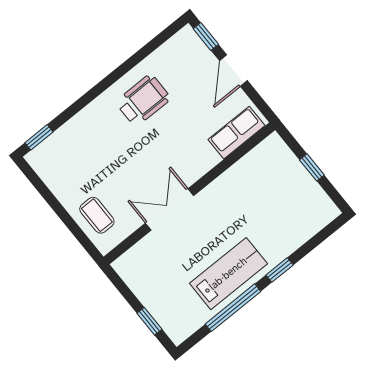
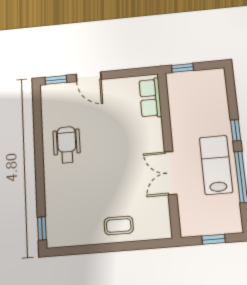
row of seats: (237, 133) -> (150, 98), moved
wall: (189, 193) -> (169, 153), moved
double door: (170, 209) -> (171, 173), moved

